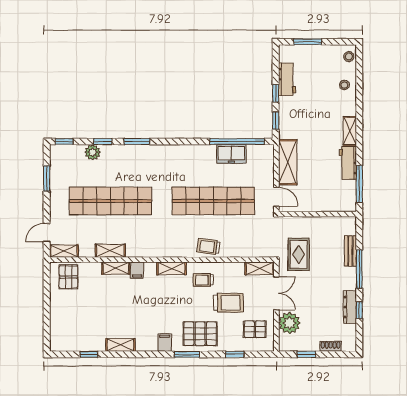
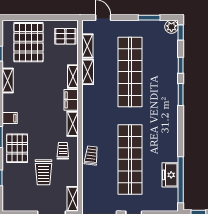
plant: (93, 152) -> (171, 27), moved
shelving: (64, 251) -> (87, 46), moved
filing cabinet: (137, 270) -> (71, 100), width x2.00
pallet: (255, 329) -> (28, 42), moved, width x2.05, depth x2.00

